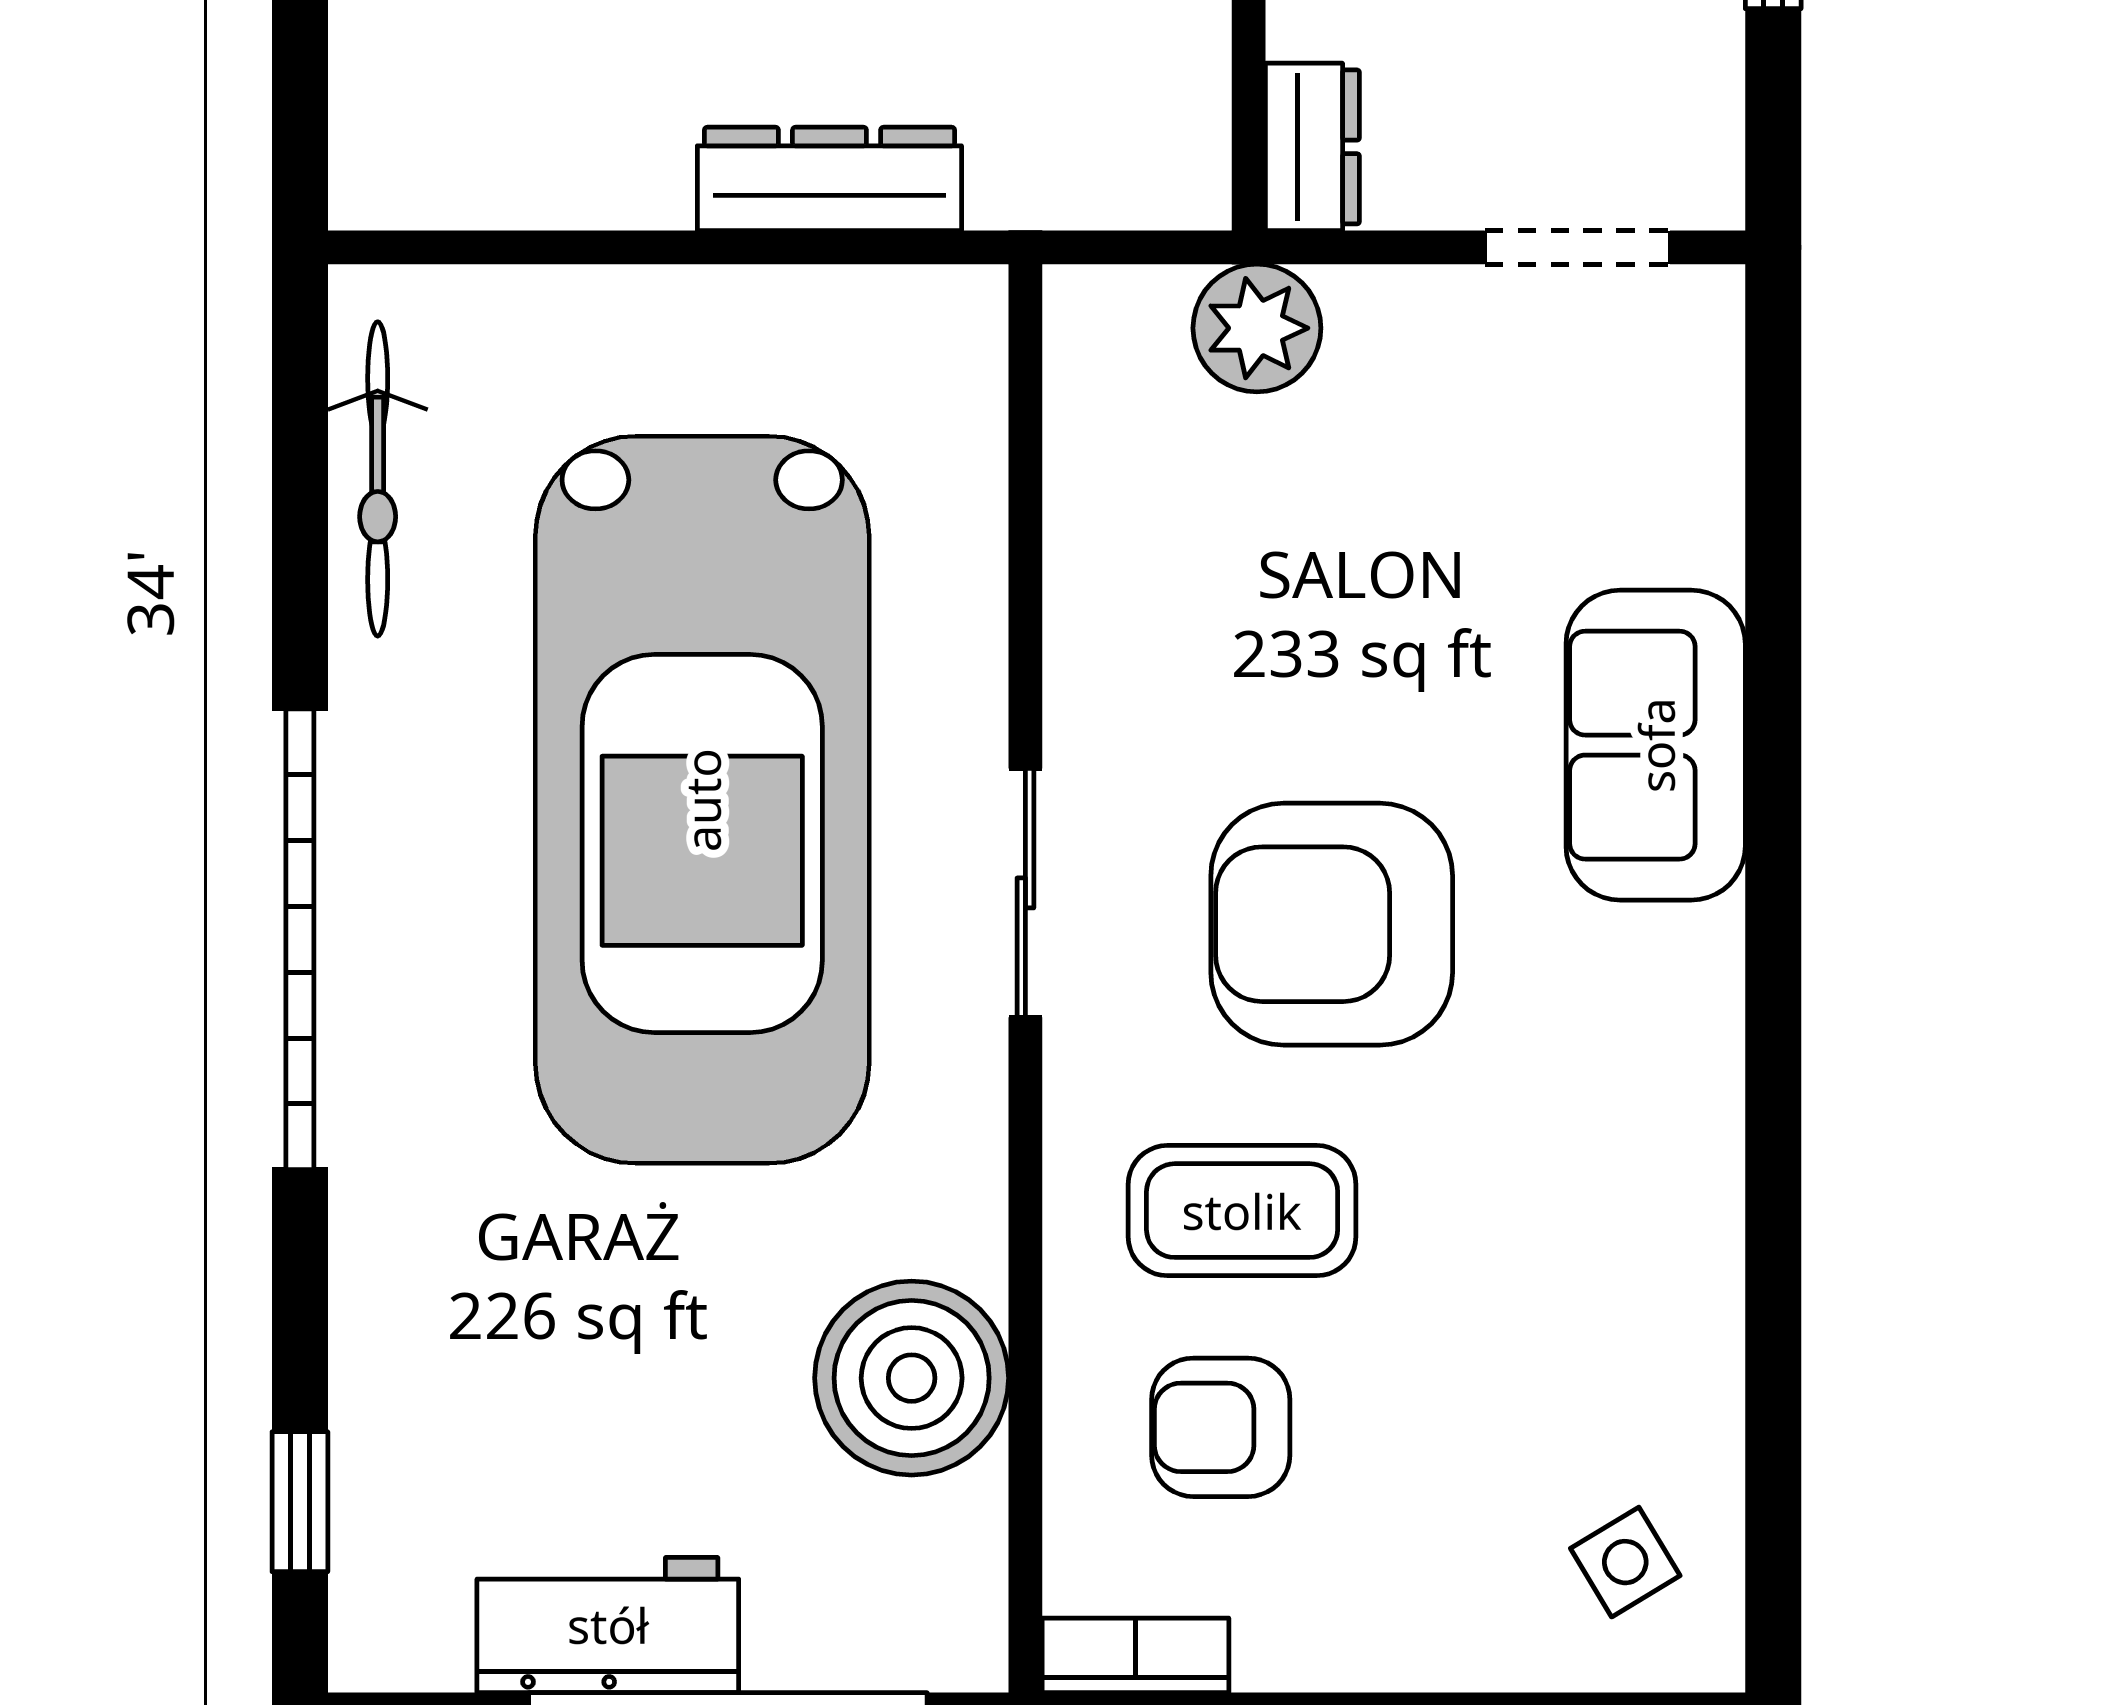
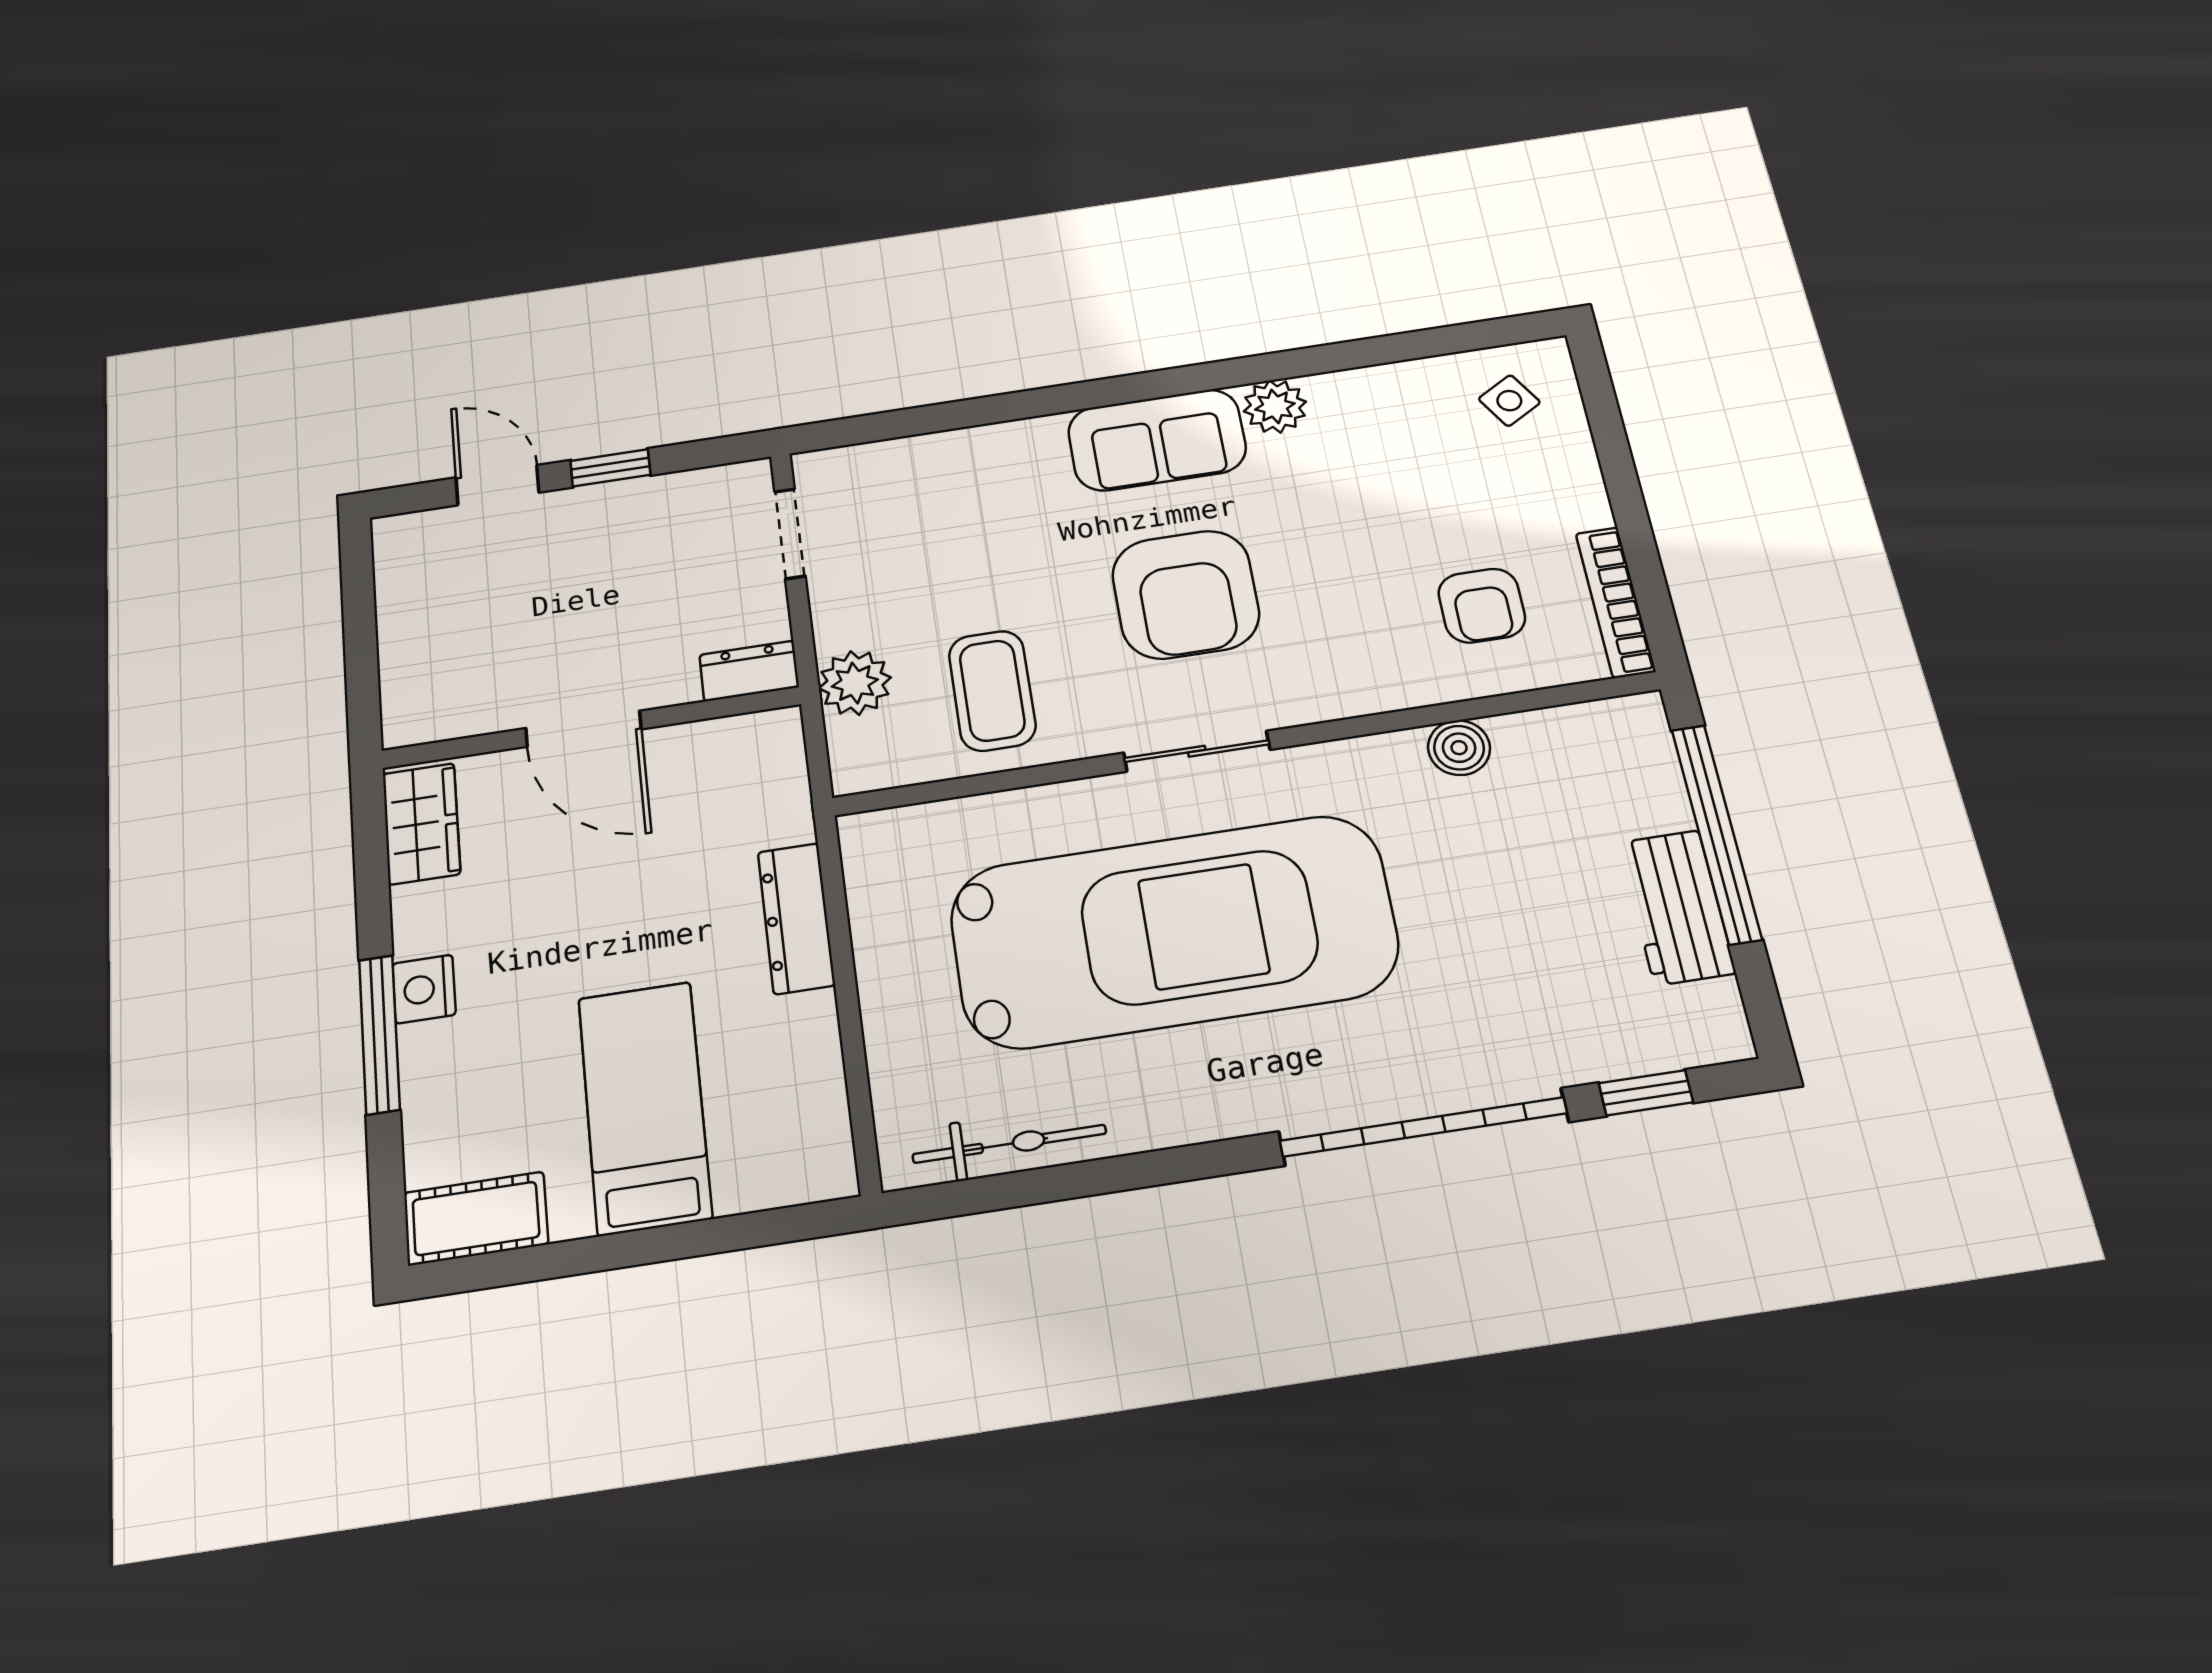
sofa: (1656, 745) -> (1157, 440), moved
garage door: (300, 939) -> (1423, 1127), moved
plant: (1688, 1146) -> (1275, 406), added
coffee table: (1242, 1211) -> (992, 691), moved
boiler: (912, 1378) -> (1459, 748), width x0.54, depth x0.54
bookcase: (1135, 1655) -> (1615, 602), width x1.56

